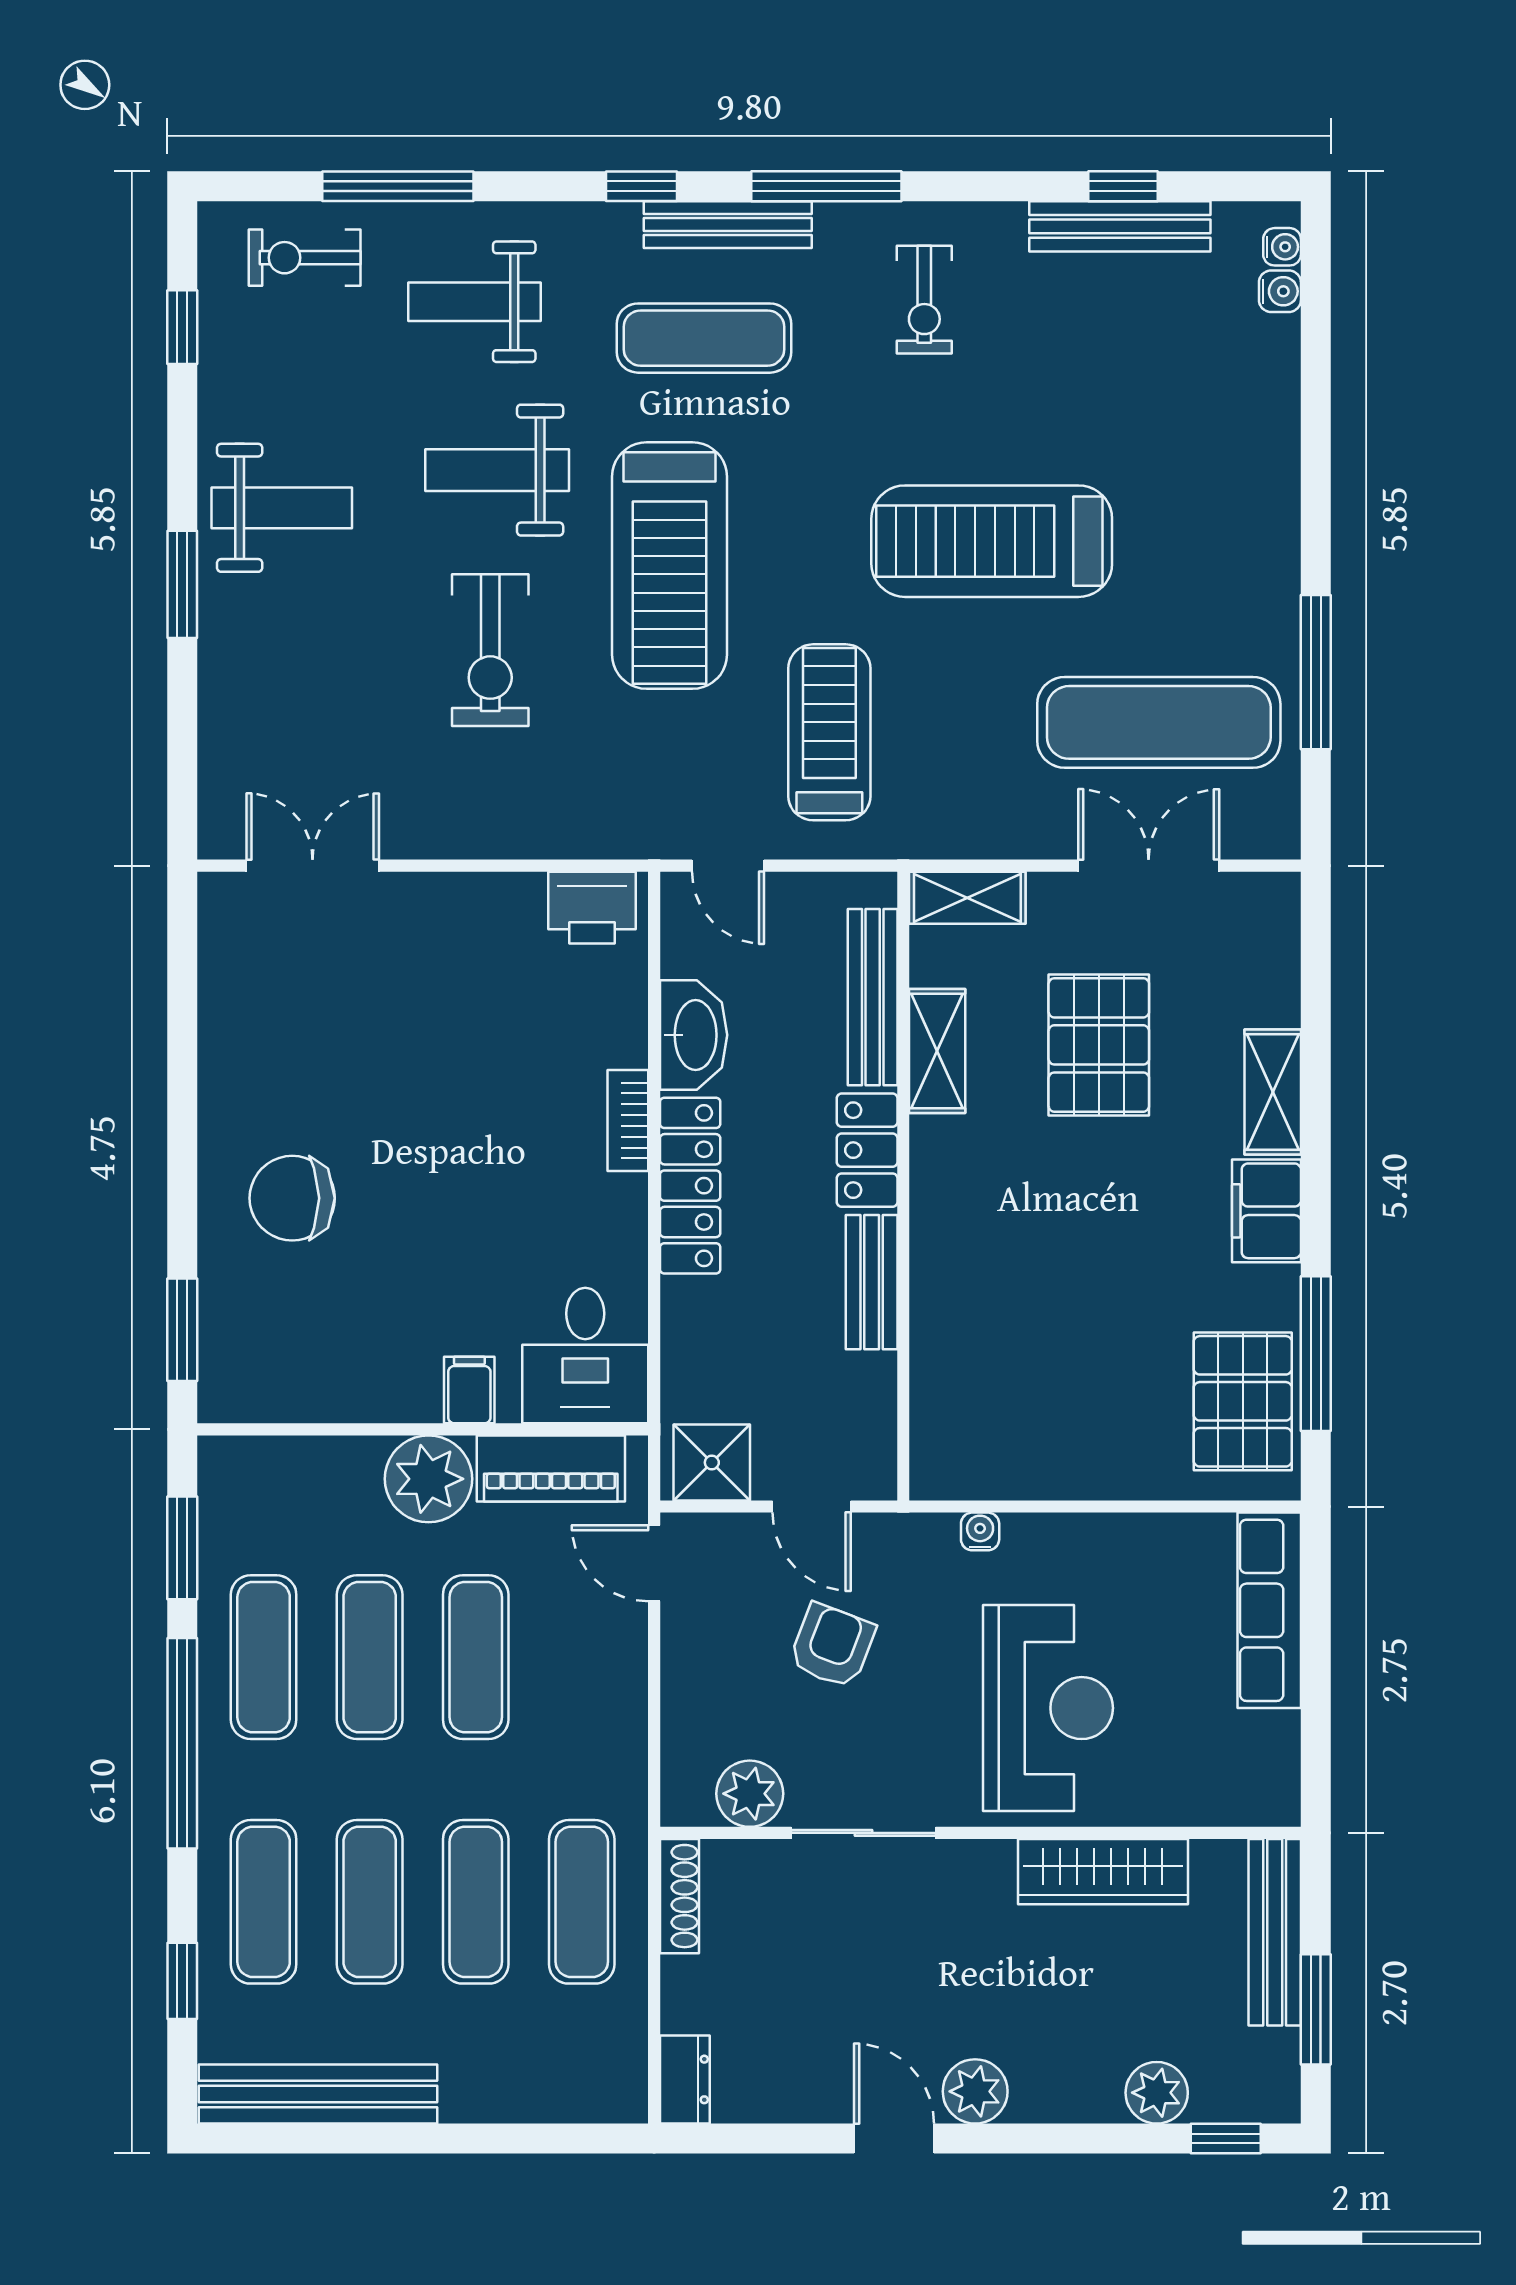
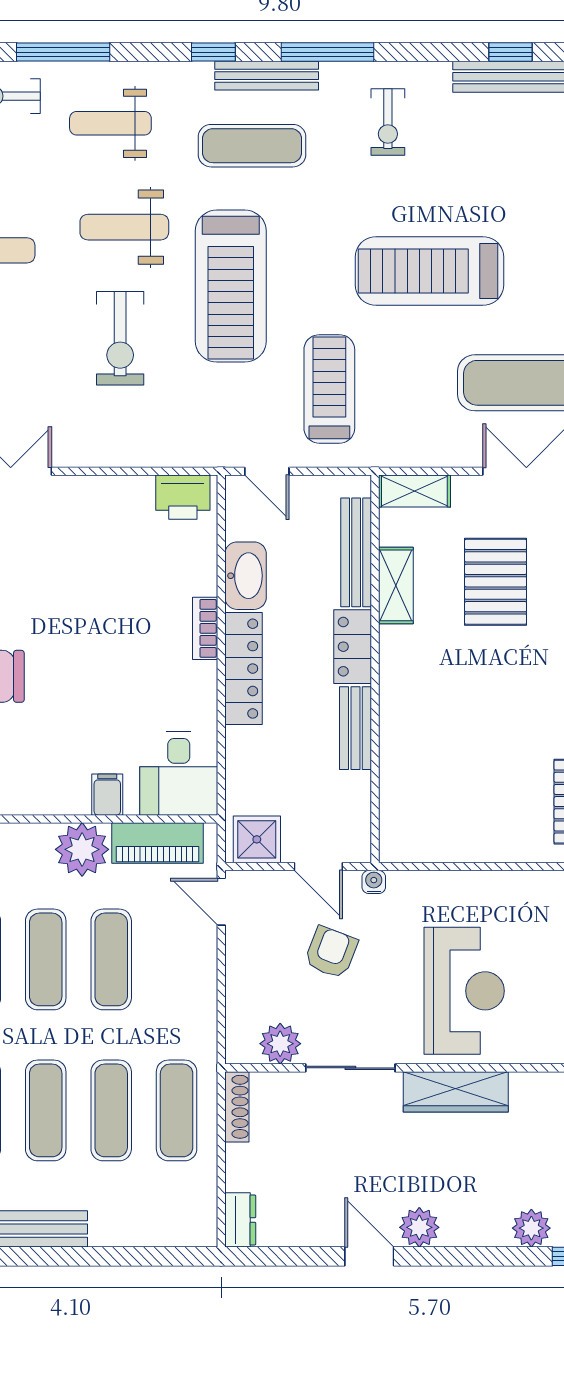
water cooler: (980, 1531) -> (374, 882), moved
wardrobe: (1103, 1872) -> (456, 1092), moved

